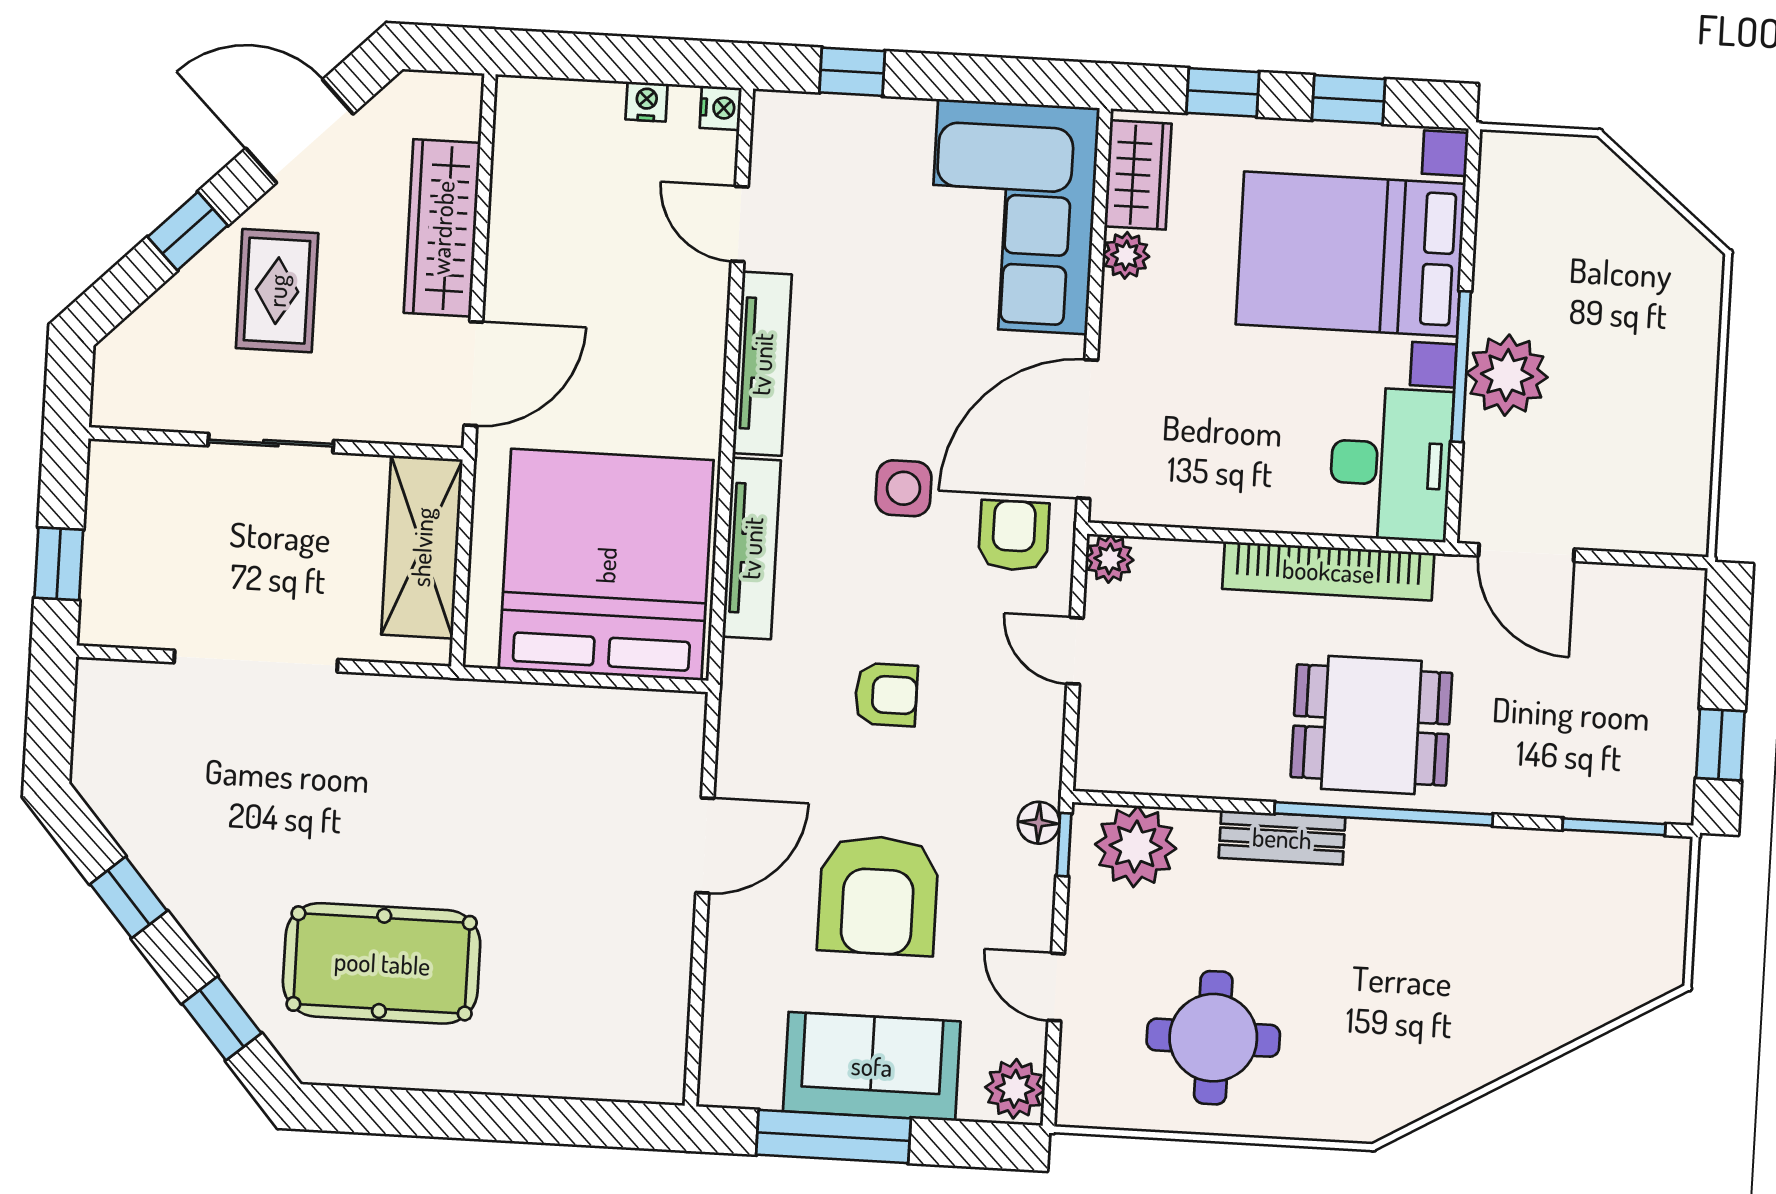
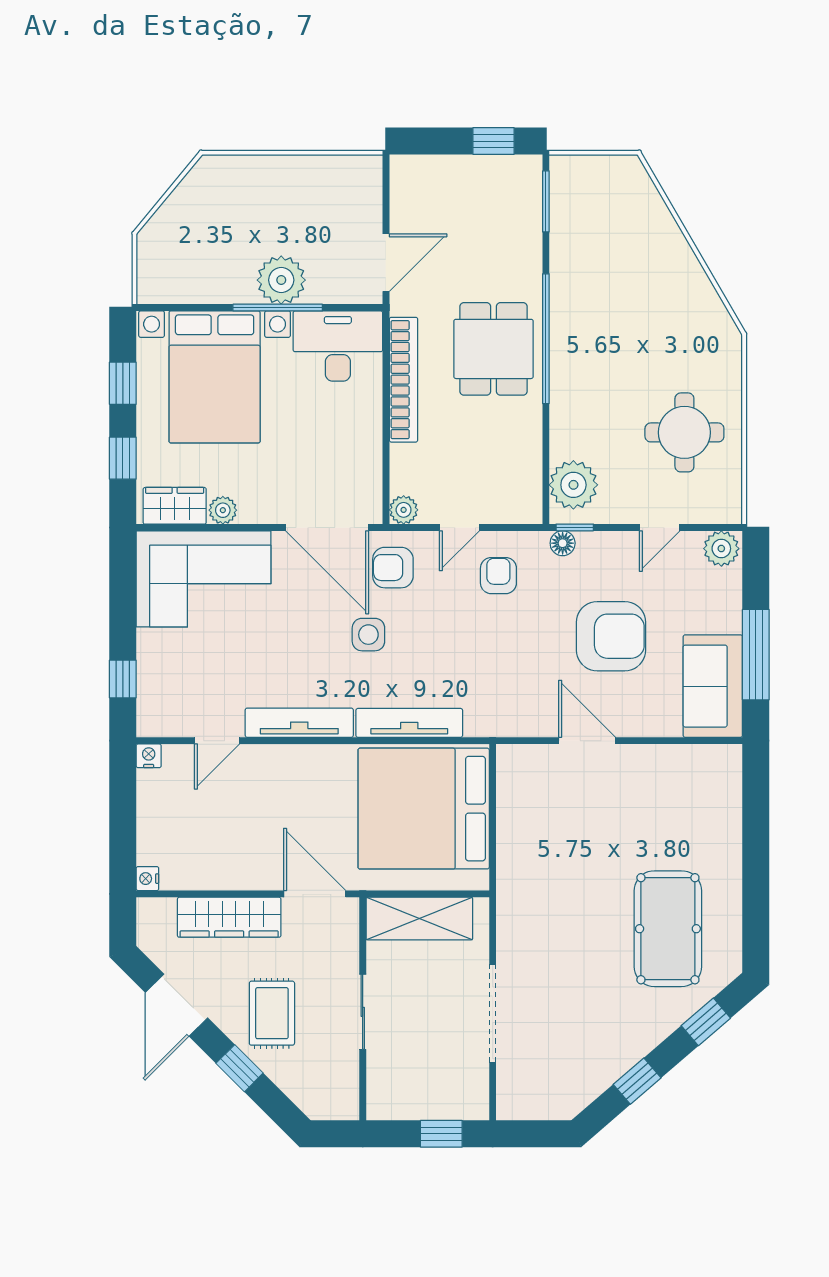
nightstand: (647, 102) -> (147, 879), moved
rug: (277, 291) -> (272, 1013), turned 90
armchair: (886, 695) -> (498, 576), moved
bench: (1282, 838) -> (563, 398), removed
sofa: (872, 1066) -> (713, 686), moved

